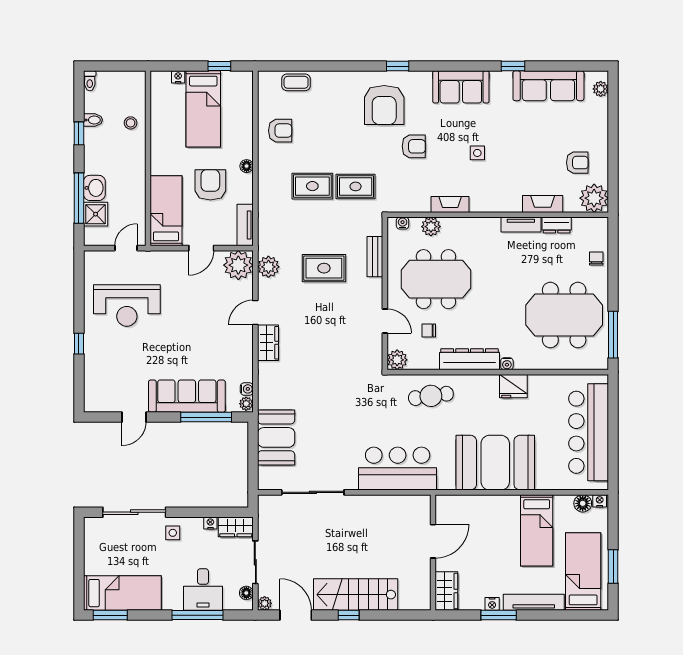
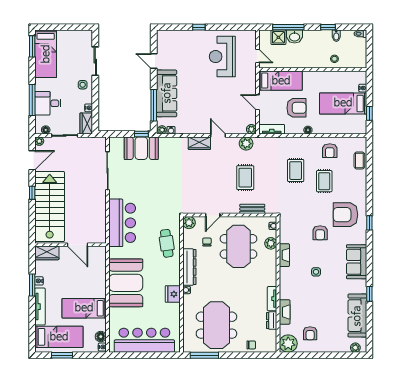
rug: (356, 186) -> (324, 181), moved
plant: (238, 265) -> (251, 129), width x0.53, depth x0.53
window: (253, 437) -> (141, 134), added
sliding door: (134, 512) -> (95, 61), width x0.73
stairs: (356, 595) -> (50, 206), width x1.36, depth x1.51

